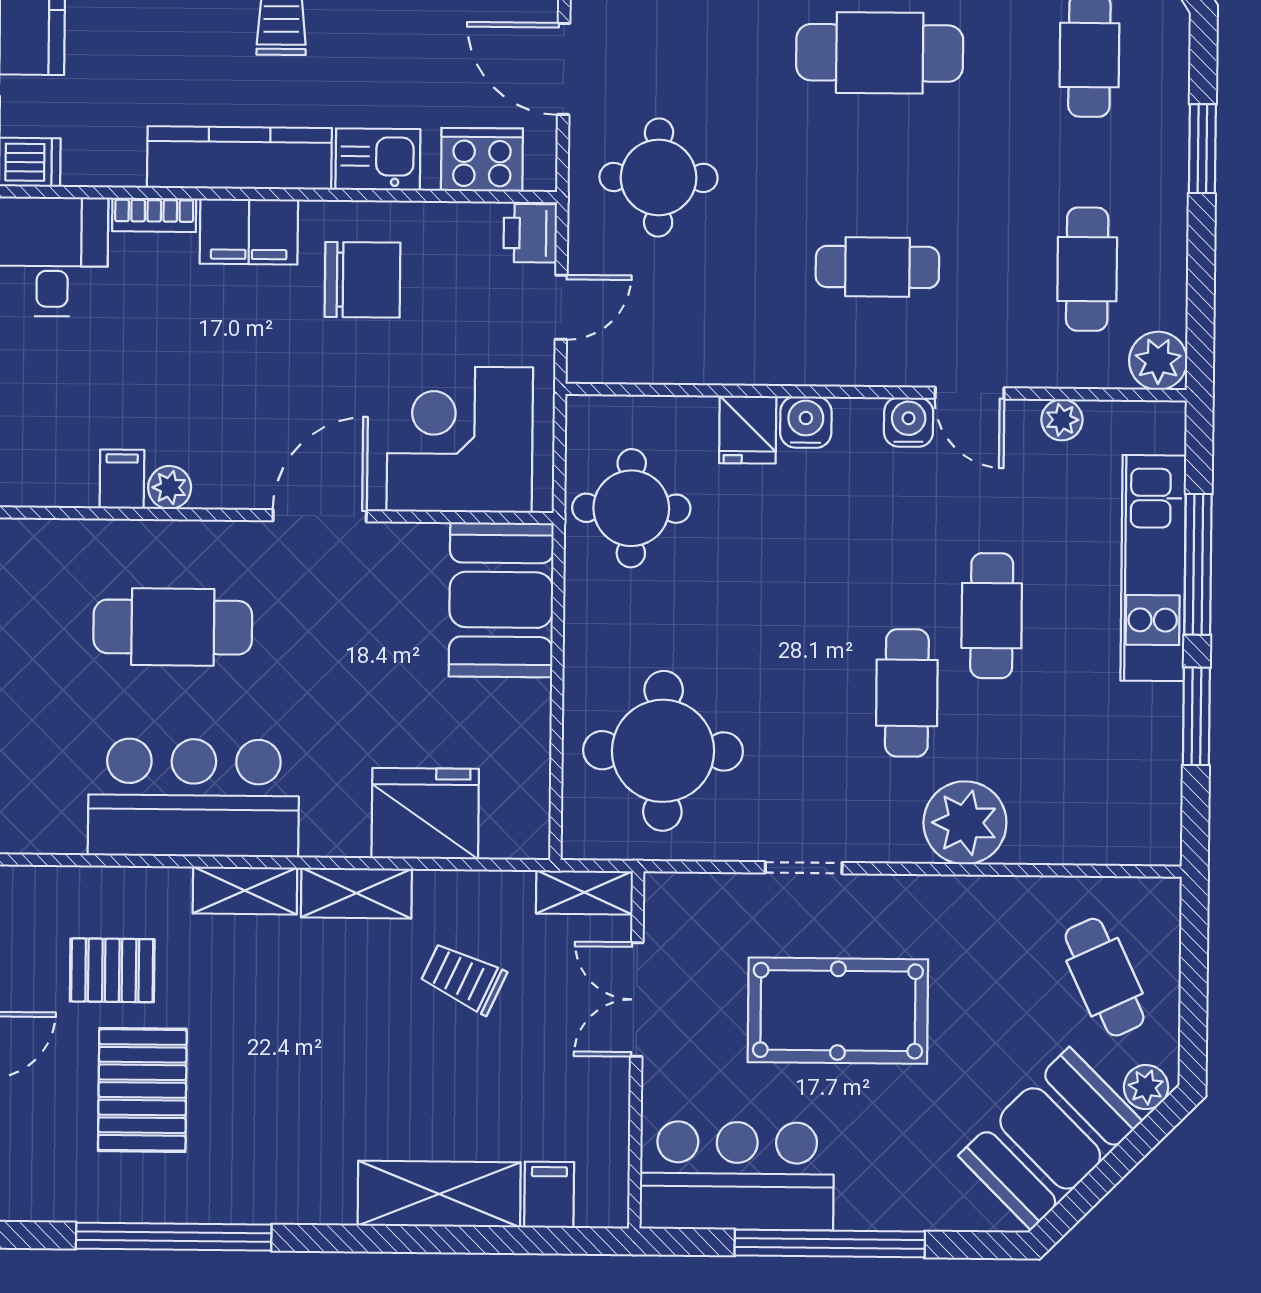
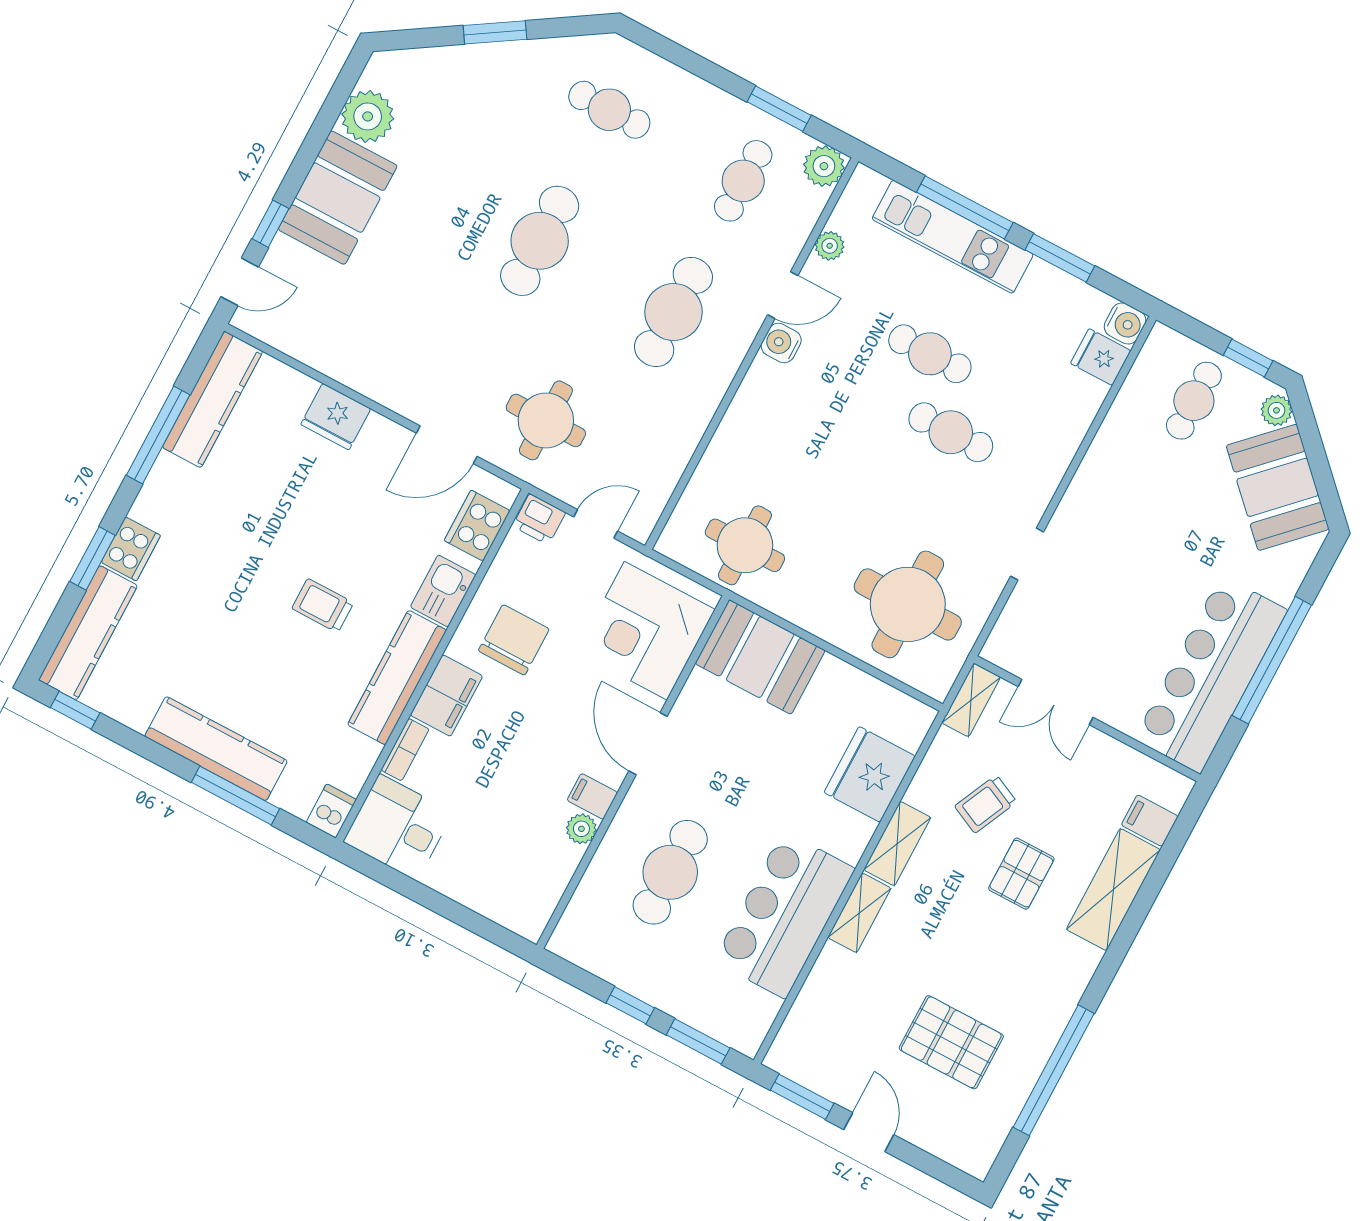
window: (1202, 149) -> (779, 109), moved
cafe table: (877, 267) -> (673, 312), width x1.37, depth x1.35
cafe table: (1087, 269) -> (743, 181), turned 90
door: (561, 307) -> (596, 524), hinge flipped
water cooler: (806, 422) -> (1125, 323), moved, turned 180
fridge: (748, 430) -> (1101, 357), moved, turned 180
filing cabinet: (122, 479) -> (592, 796), moved
plant: (965, 823) -> (1051, 438), removed
pallet: (112, 970) -> (1021, 874), moved
cafe table: (1105, 977) -> (1194, 401), turned -65
pool table: (838, 1011) -> (1128, 579), removed
window: (1193, 1017) -> (1248, 358), added
bar counter: (737, 1176) -> (1211, 674), width x1.36

